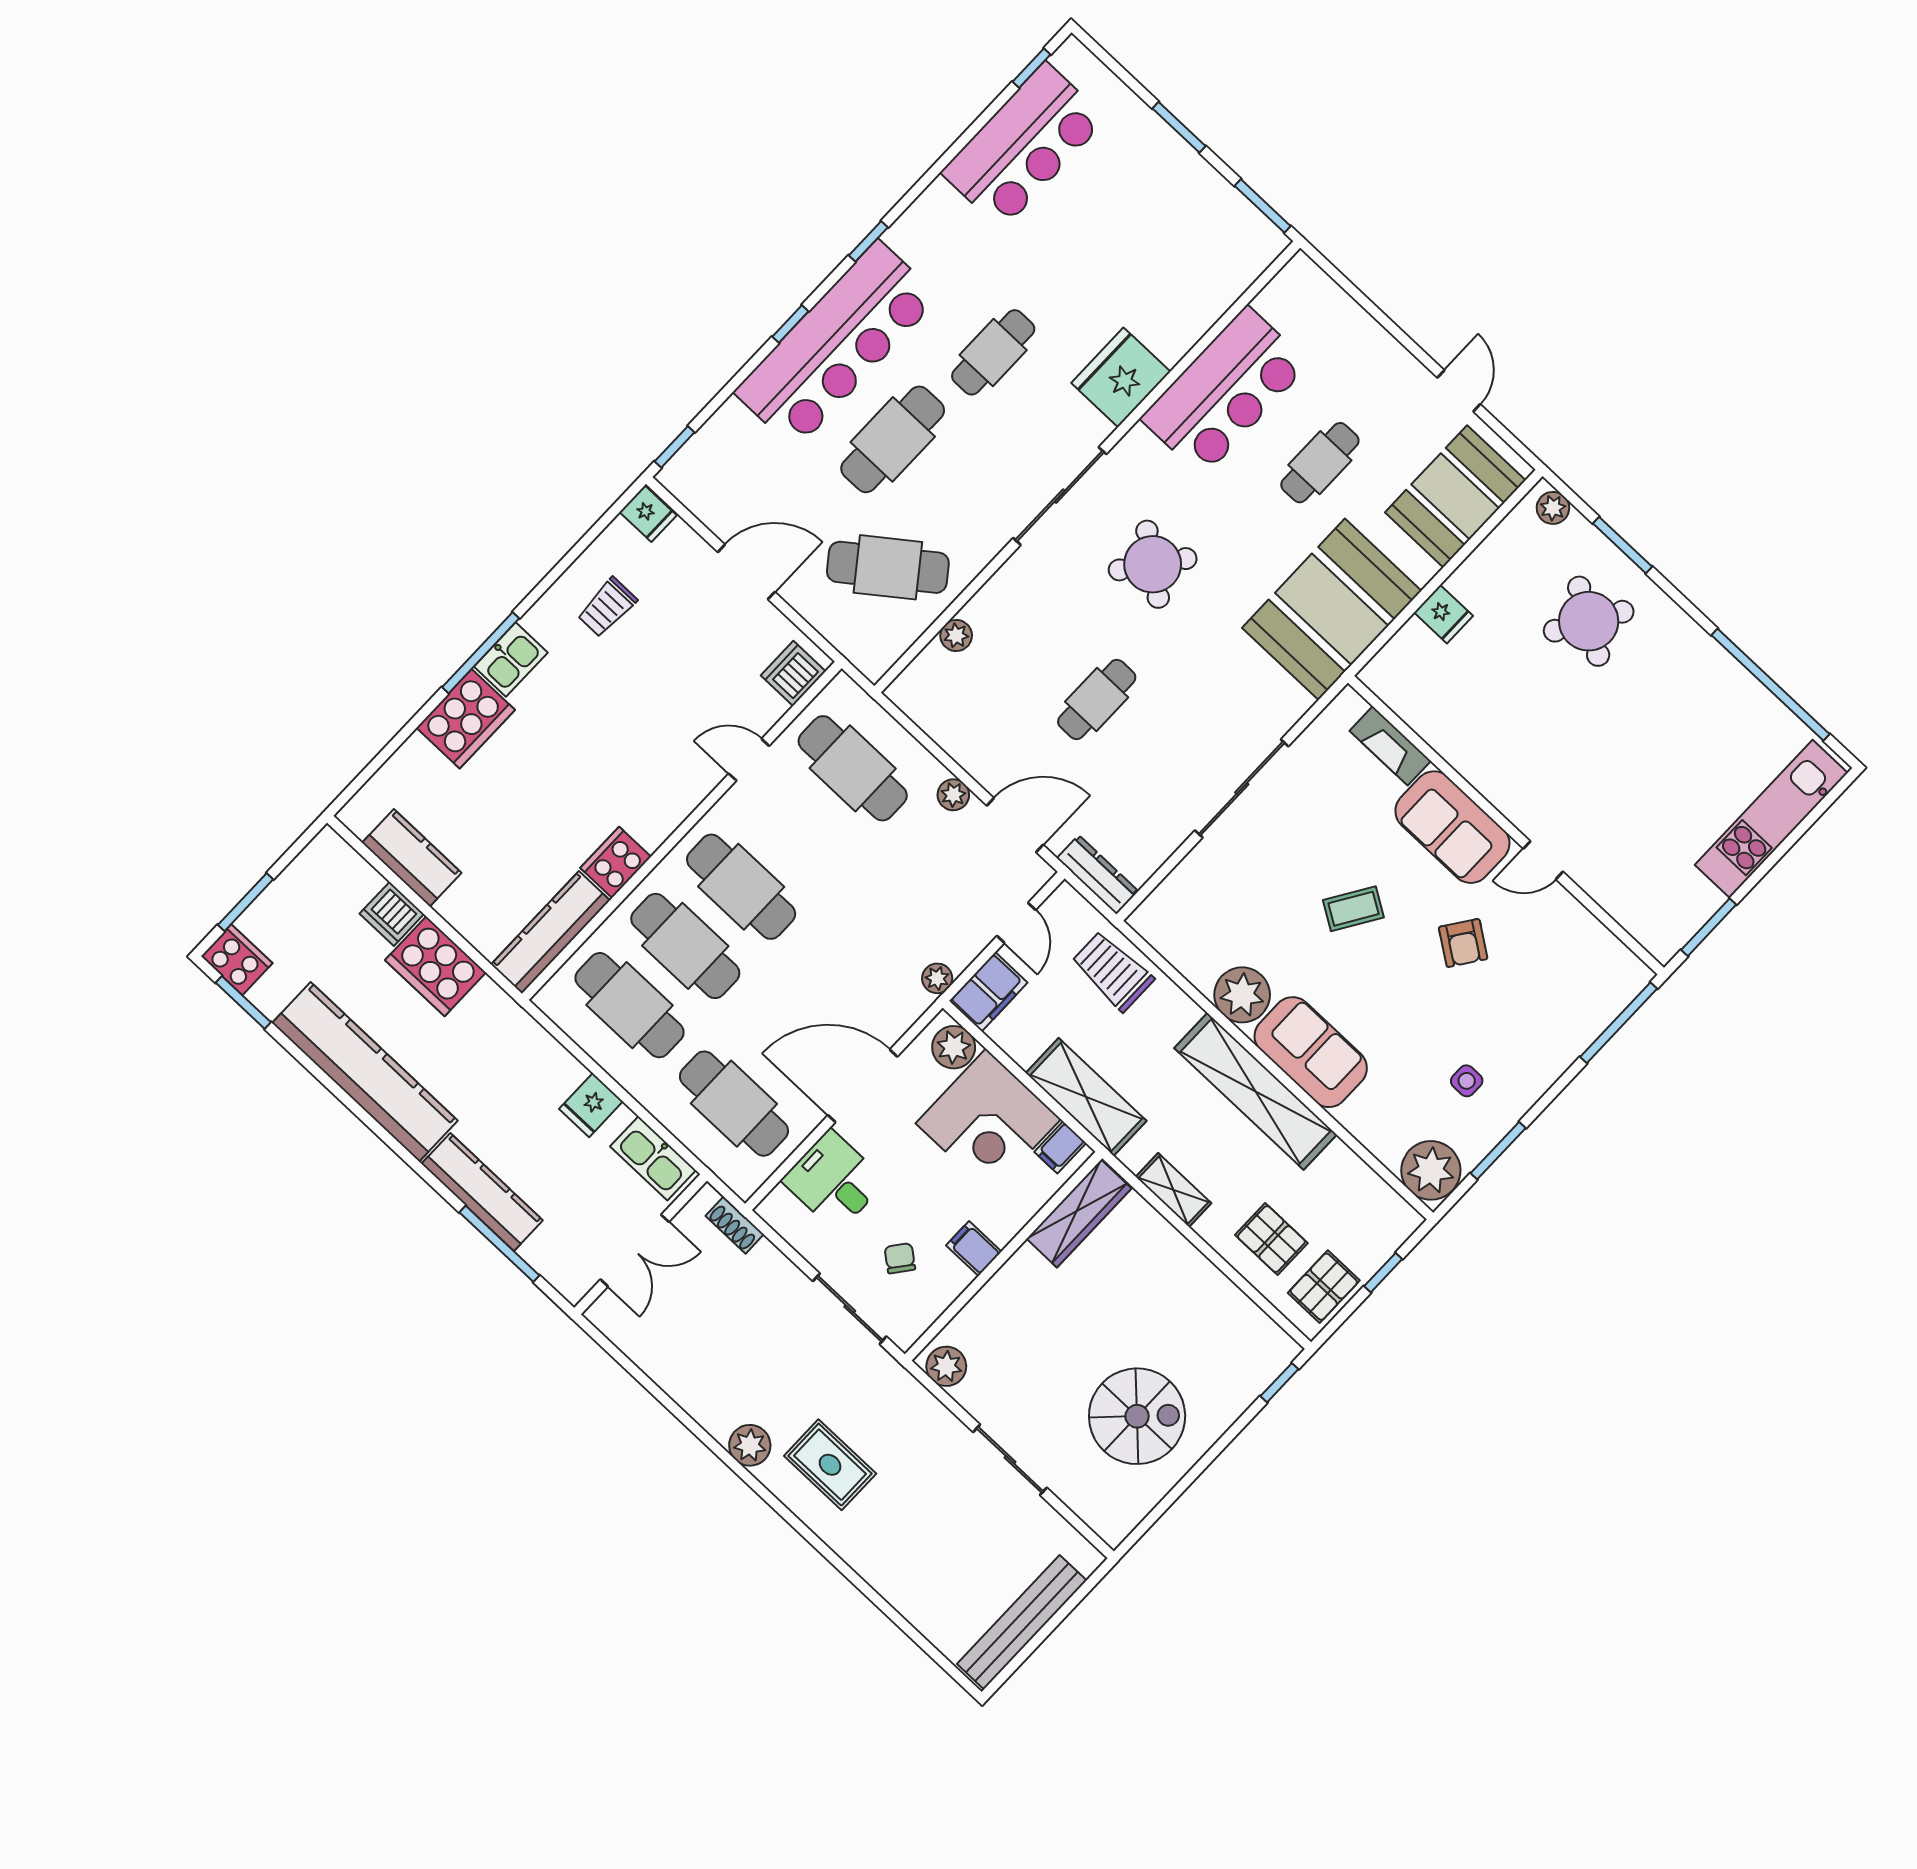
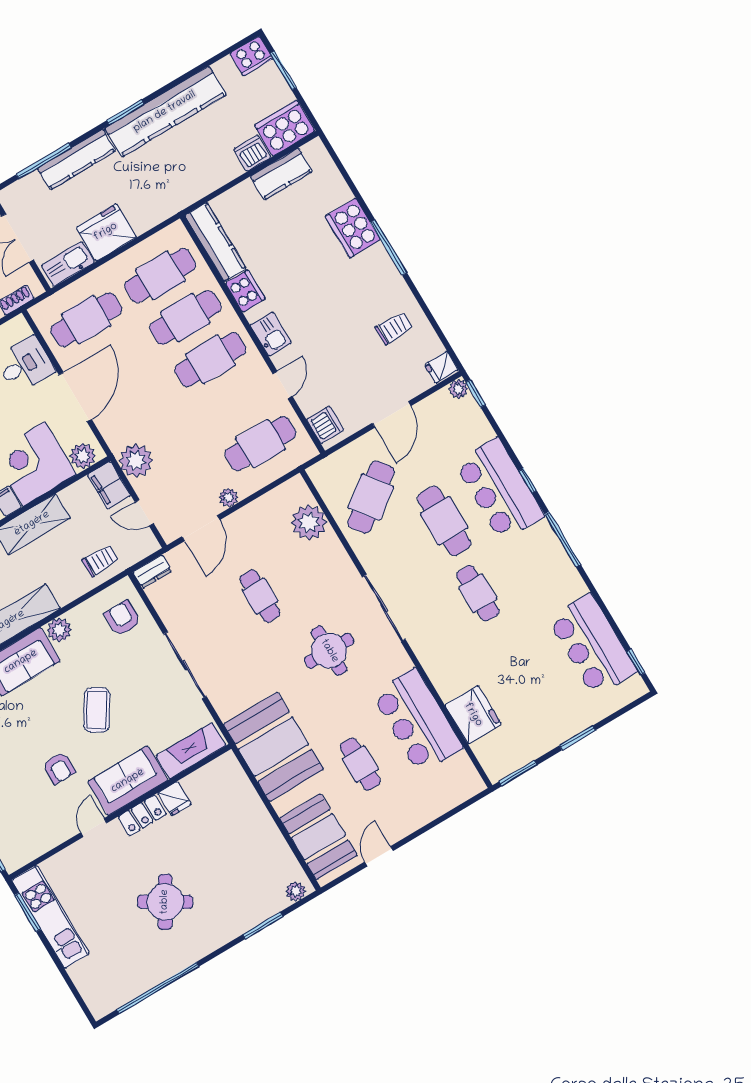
window: (868, 241) -> (563, 539), width x2.17
bar counter: (837, 345) -> (499, 489), width x0.73
fridge: (1121, 377) -> (473, 715), moved
door: (1459, 391) -> (379, 856), swing flipped
plant: (675, 476) -> (459, 389), added
round table: (1153, 564) -> (329, 651), turned -37
trolley: (607, 607) -> (394, 328), turned 90
fridge: (1443, 614) -> (174, 799), moved, turned -90
round table: (1589, 621) -> (165, 902), moved
plant: (956, 636) -> (309, 522), width x1.88, depth x1.88
kitchen sink: (511, 660) -> (271, 334), moved, turned 180
fireplace: (1390, 746) -> (191, 751), width x1.37, depth x1.32
locker: (1501, 788) -> (142, 815), added
kitchen unit: (1771, 819) -> (50, 917), moved
dresser: (1098, 875) -> (152, 572), width x0.70
armchair: (1195, 909) -> (123, 618), added
coffee table: (1353, 909) -> (97, 710), width x1.36, depth x1.30
armchair: (1463, 943) -> (59, 768), turned -125
cooker: (435, 966) -> (285, 128), moved
trolley: (1112, 971) -> (101, 560), width x0.73, depth x0.72
plant: (937, 978) -> (136, 461), width x1.87, depth x1.87
plant: (1242, 995) -> (59, 630), width x0.73, depth x0.73
window: (243, 1002) -> (125, 112), moved
fridge: (591, 1105) -> (106, 232), width x1.88, depth x1.34

